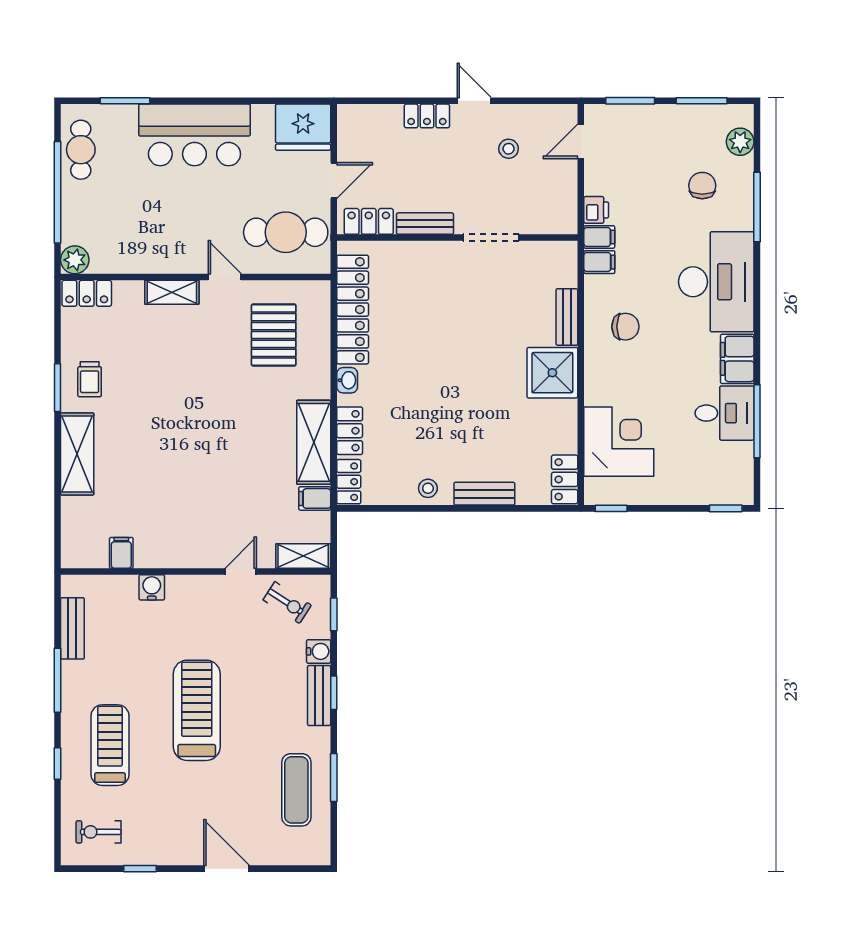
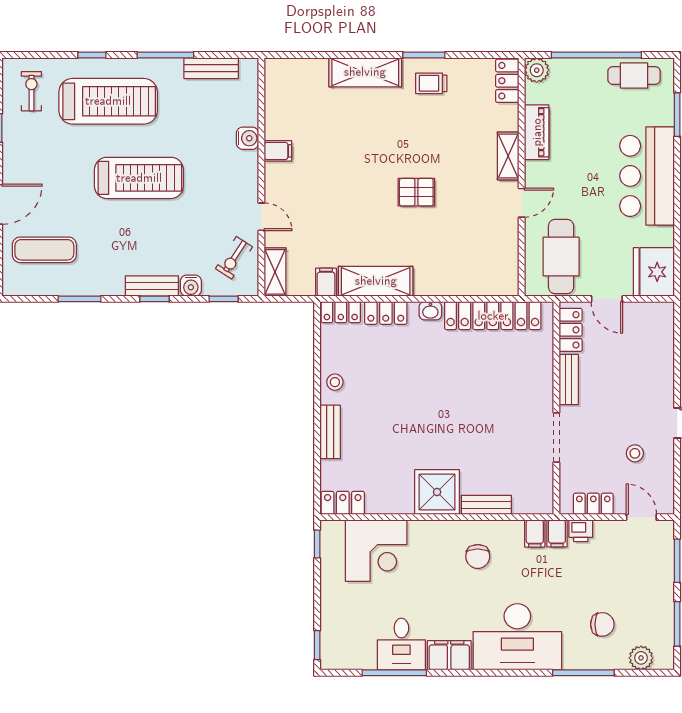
locker: (427, 116) -> (593, 504), moved, turned 90
piano: (145, 260) -> (537, 132), added
pallet: (274, 335) -> (416, 192), moved, width x0.67, depth x0.71
filing cabinet: (121, 553) -> (278, 151), moved
treadmill: (110, 745) -> (108, 101), width x1.37, depth x1.38
exercise mat: (296, 790) -> (44, 250), moved

